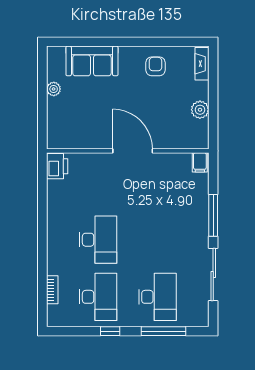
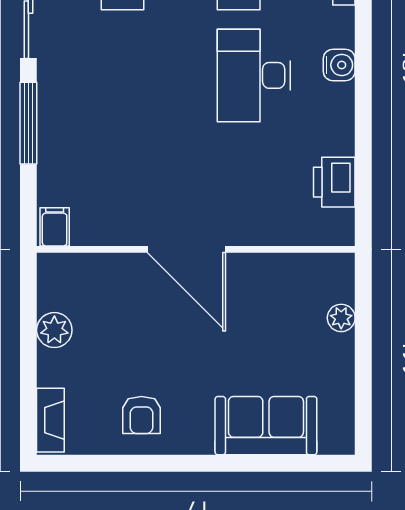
plant: (54, 89) -> (341, 318), moved
printer: (57, 166) -> (334, 182), moved
water cooler: (55, 245) -> (339, 65), added

